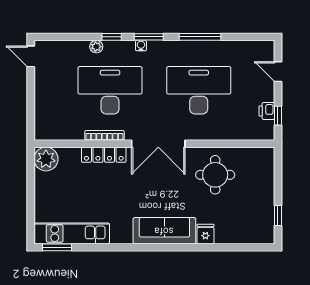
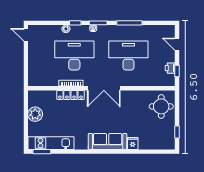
plant: (46, 159) -> (35, 114), moved
round table: (215, 175) -> (161, 106), moved

